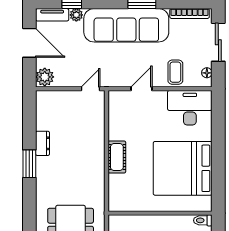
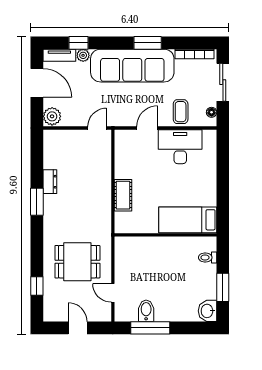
desk: (190, 108) -> (180, 147), moved
bed: (183, 168) -> (188, 220), width x0.49
wall: (160, 213) -> (165, 235), moved

